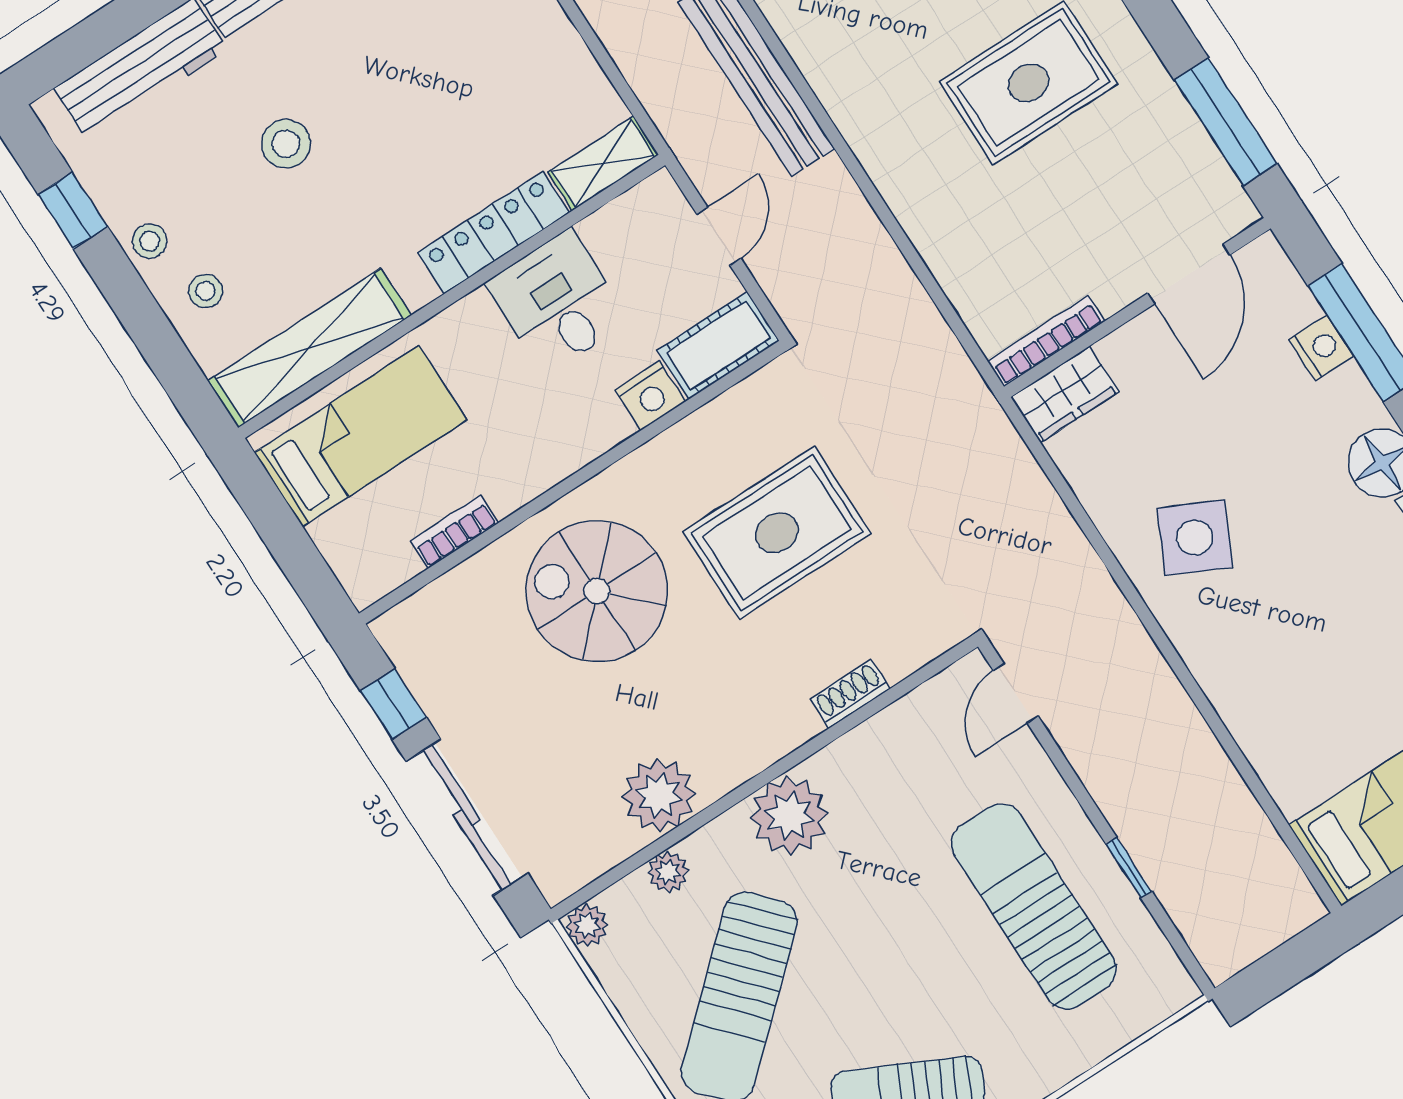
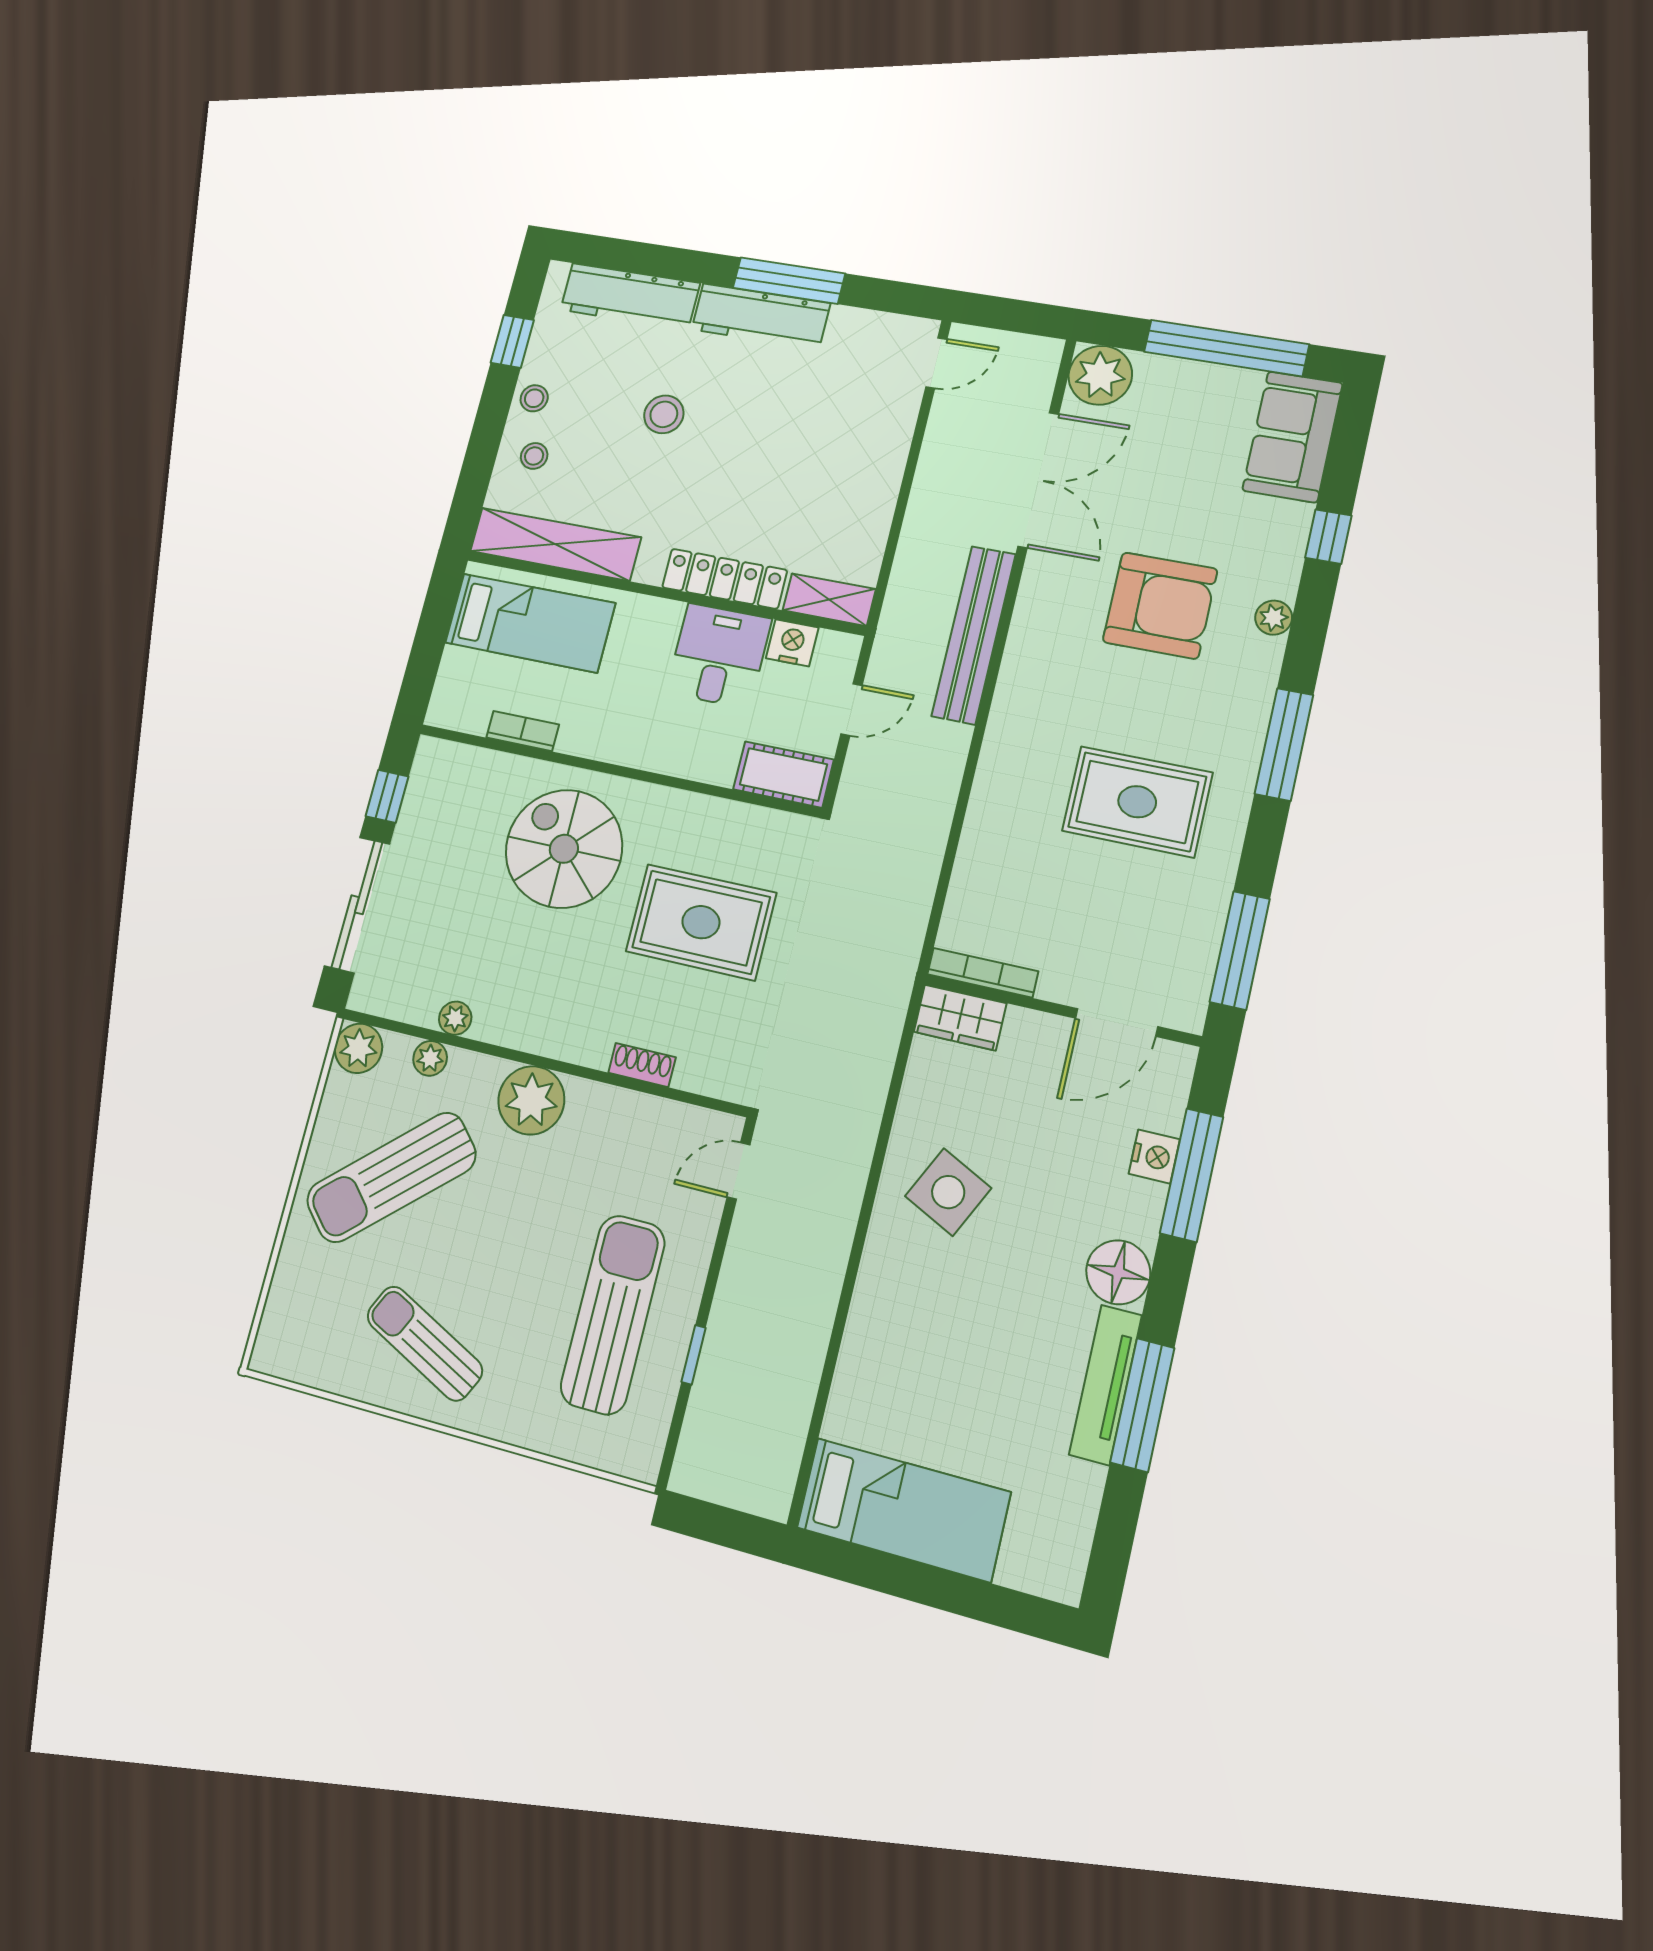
nightstand: (650, 396) -> (792, 643), moved, turned 180
plant: (659, 795) -> (455, 1018), width x0.53, depth x0.53
plant: (587, 925) -> (359, 1048), width x1.38, depth x1.38

